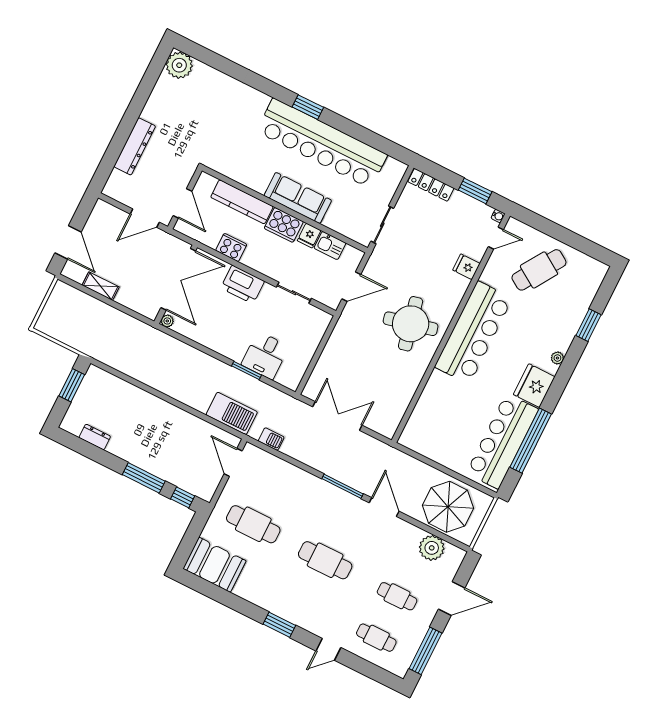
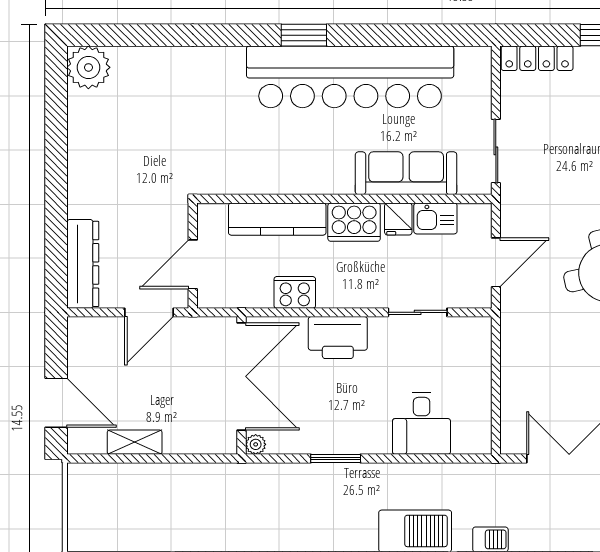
dresser: (135, 146) -> (83, 264), moved
sofa: (298, 198) -> (406, 173), moved
door: (182, 203) -> (193, 264), swing flipped
window: (247, 371) -> (336, 459), moved

